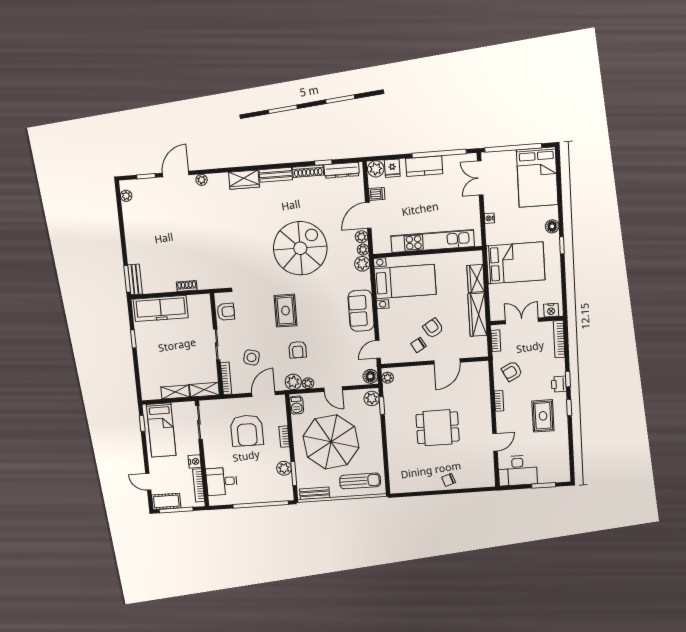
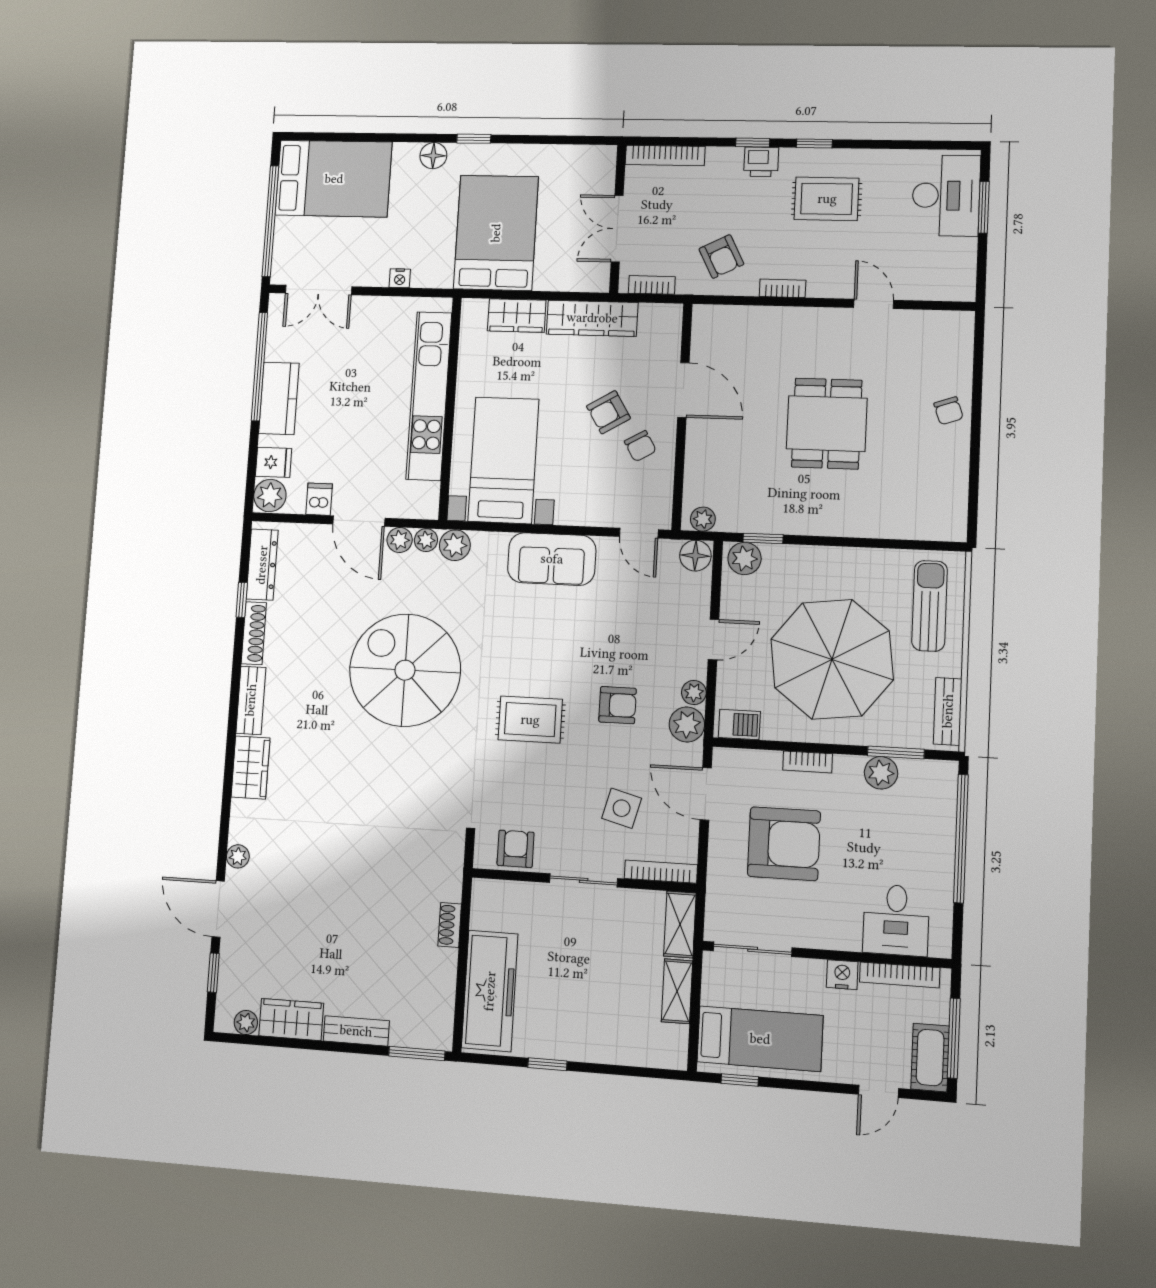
wardrobe: (131, 217) -> (291, 1020), added
bench: (135, 279) -> (356, 1031), moved
nightstand: (551, 310) -> (603, 168), removed
desk: (518, 471) -> (946, 196), moved

